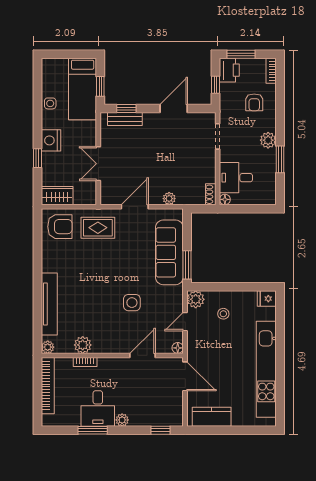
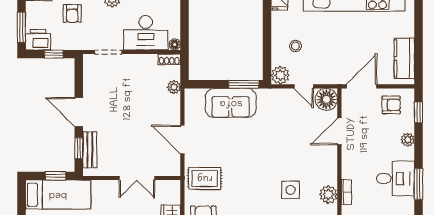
armchair: (254, 102) -> (72, 13), turned 90
door: (174, 109) -> (79, 112), moved
desk: (236, 178) -> (146, 33), width x1.37
plant: (169, 199) -> (174, 87), moved
rug: (98, 228) -> (205, 178), turned 90
sofa: (169, 252) -> (231, 103), width x0.73
side table: (132, 303) -> (291, 190), moved
floor lamp: (178, 348) -> (326, 99), width x1.89, depth x1.89
door: (142, 355) -> (339, 131), hinge flipped
armchair: (168, 405) -> (391, 105), added
plant: (122, 420) -> (408, 140), moved

